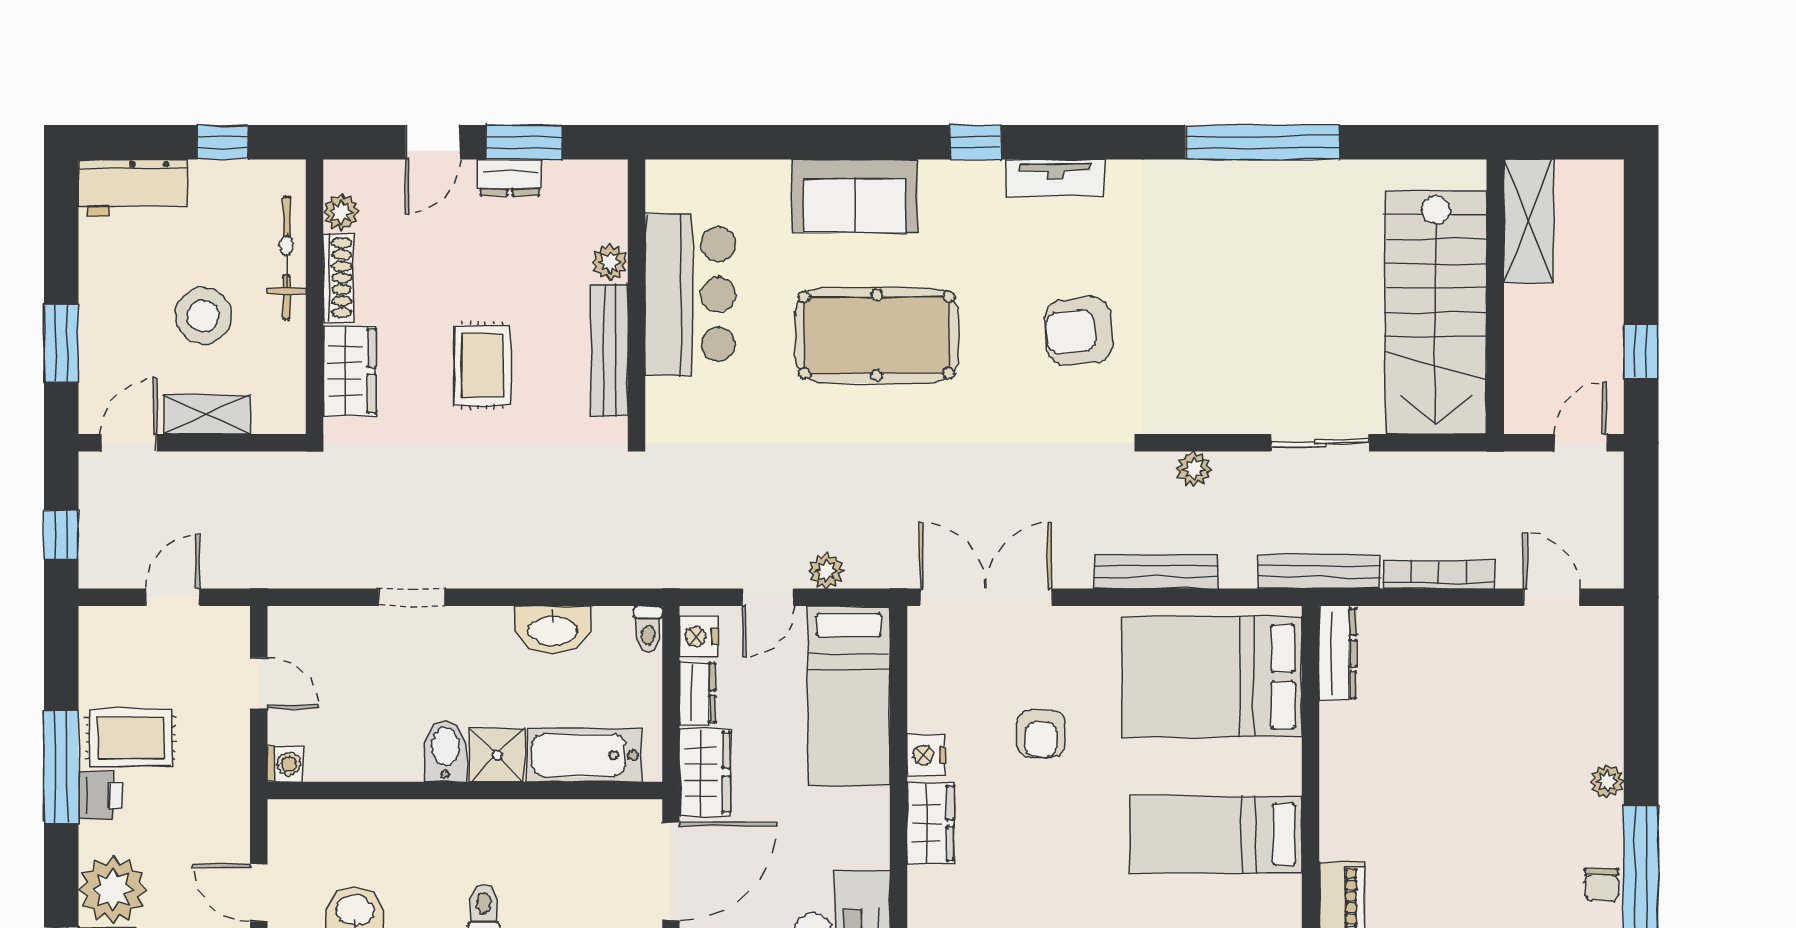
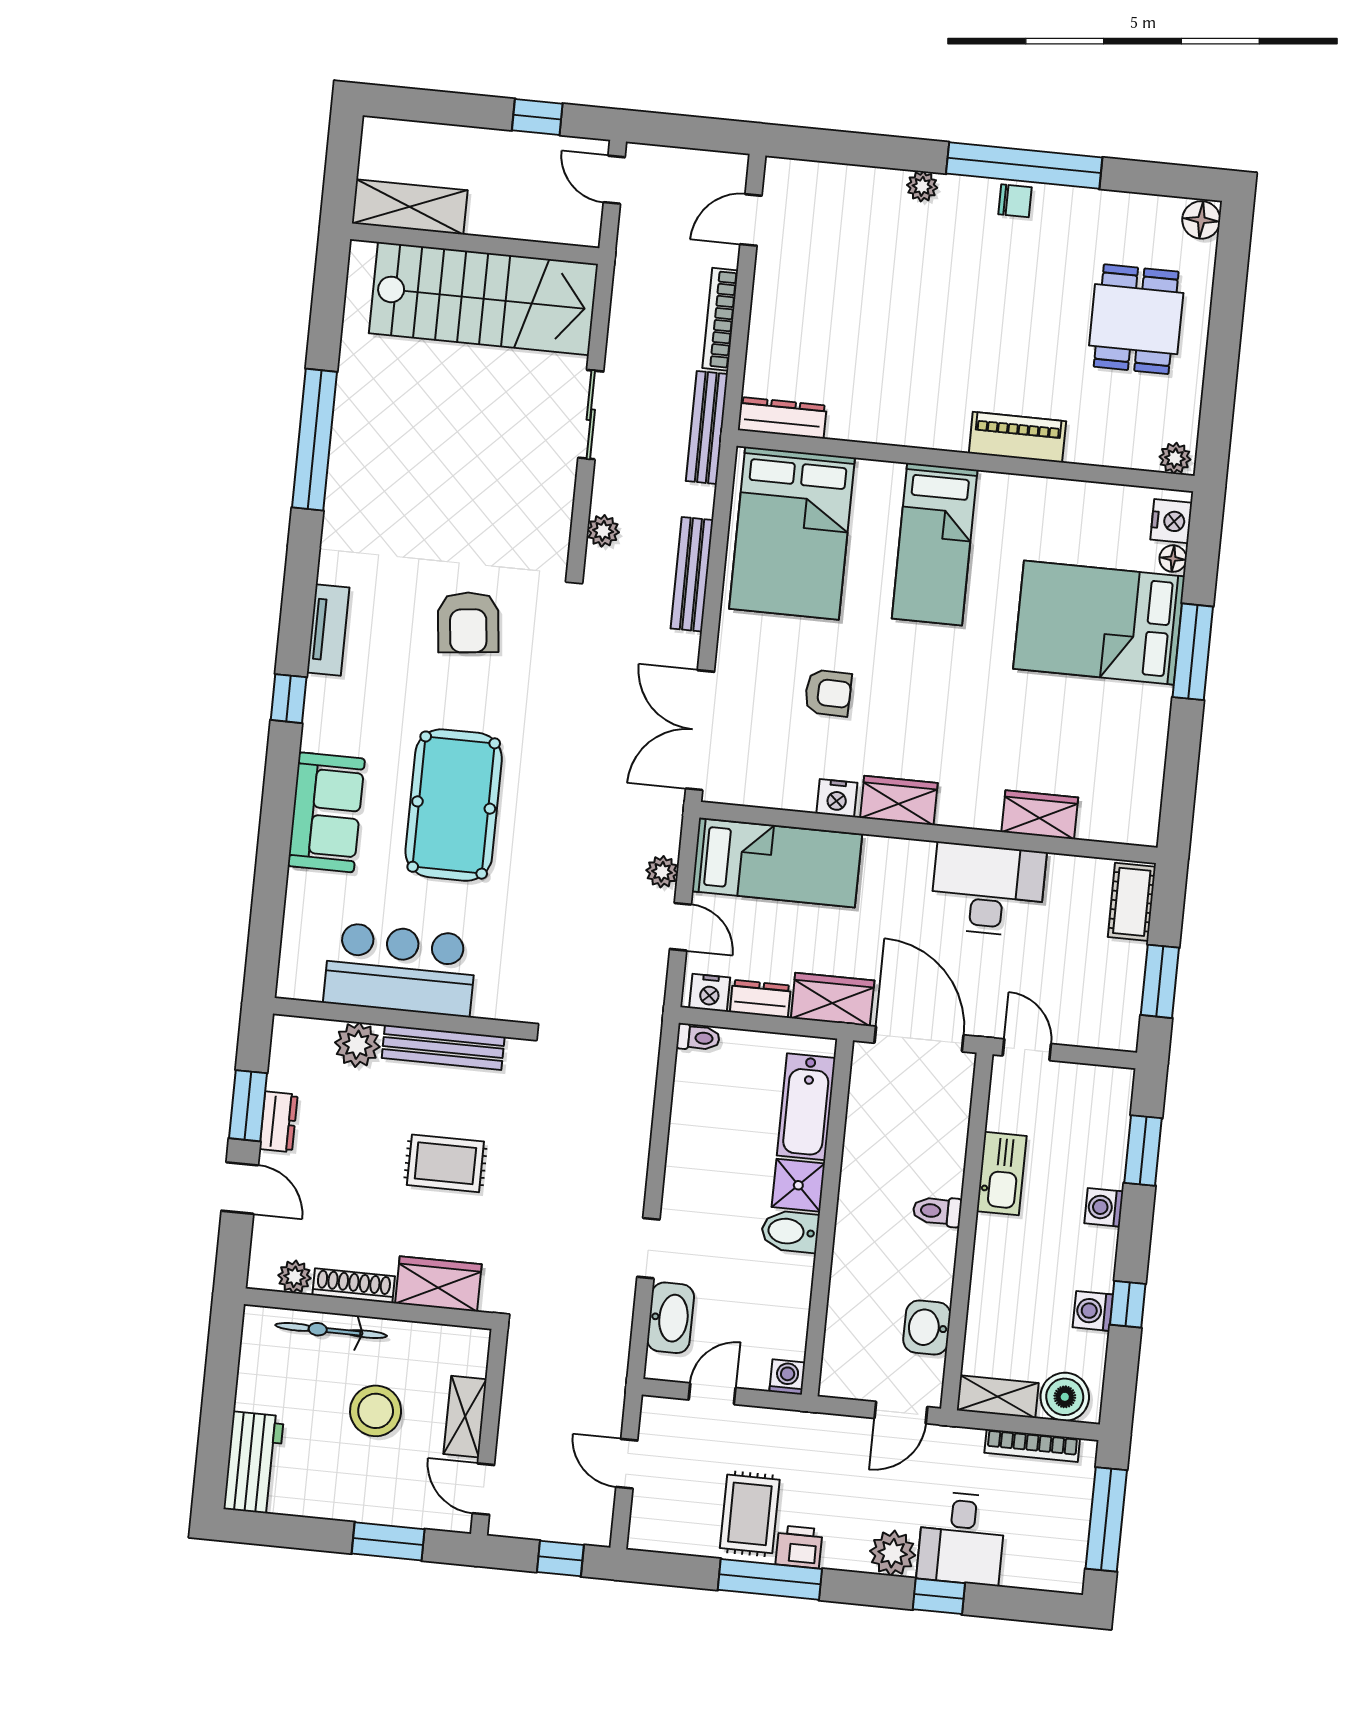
window: (223, 142) -> (221, 1378), removed
plant: (610, 262) -> (357, 1045), width x1.38, depth x1.38
washbasin: (553, 629) -> (670, 1318), moved
plant: (113, 890) -> (893, 1553), width x0.73, depth x0.73

